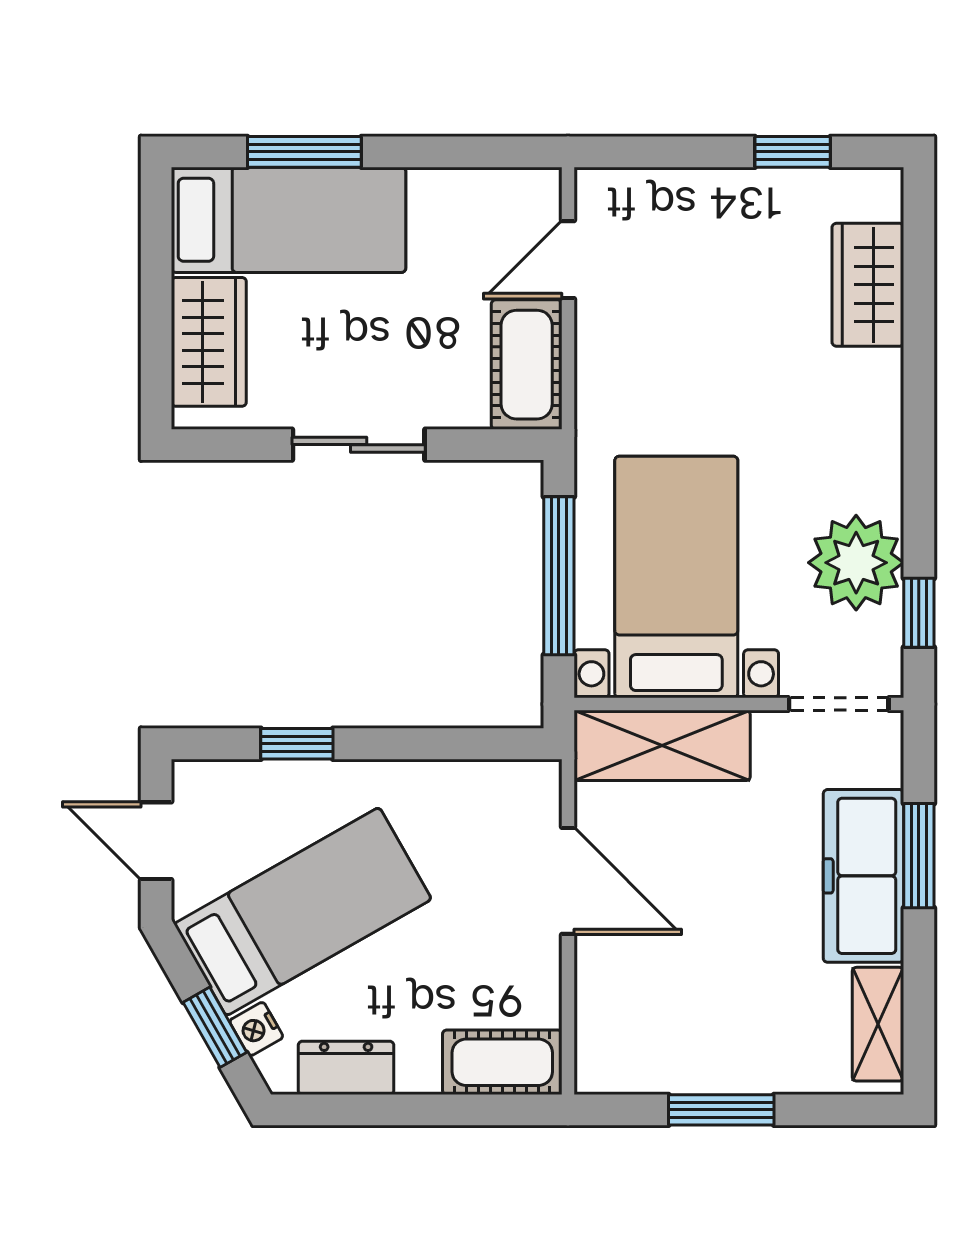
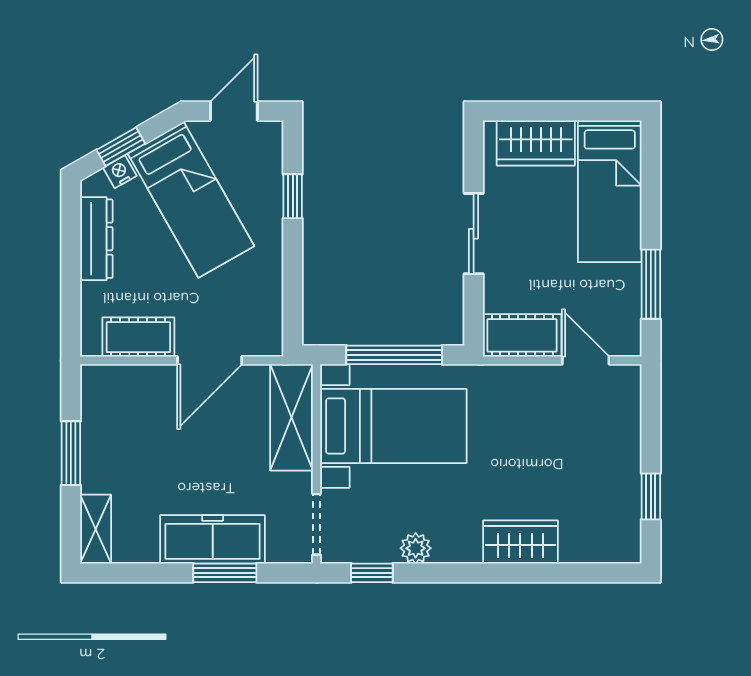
window: (304, 152) -> (651, 284), moved
wardrobe: (868, 285) -> (520, 542), moved
plant: (856, 563) -> (416, 548), width x0.53, depth x0.53
shelving: (878, 1024) -> (96, 529), moved, turned 90
cot: (502, 1062) -> (138, 337), moved, turned 90
dresser: (346, 1068) -> (96, 239), width x1.44

